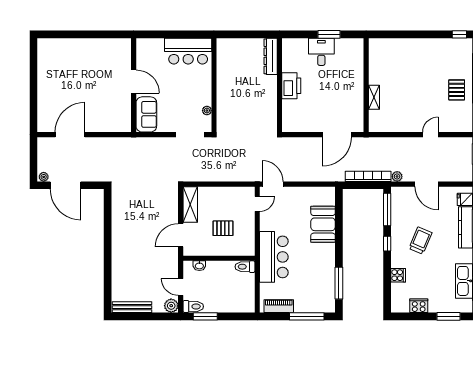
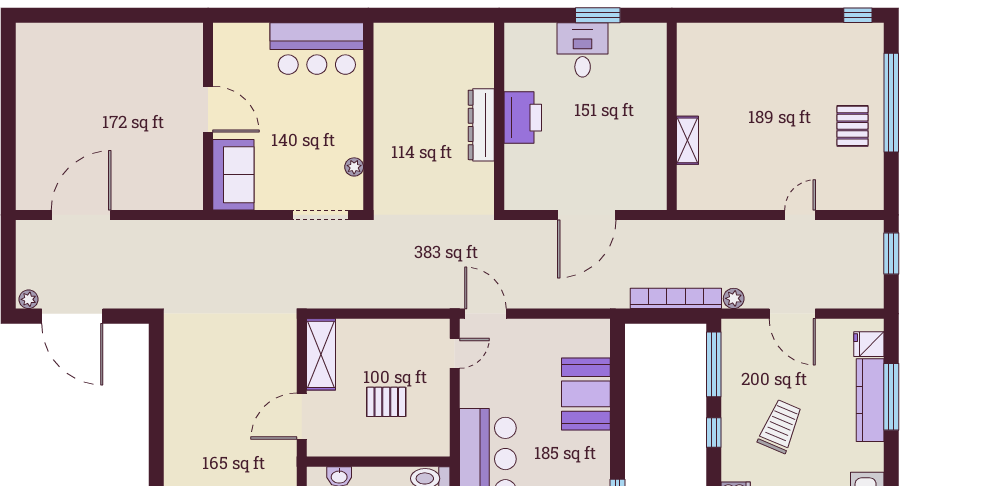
dresser: (271, 56) -> (481, 125), moved
door: (337, 135) -> (587, 215), moved

